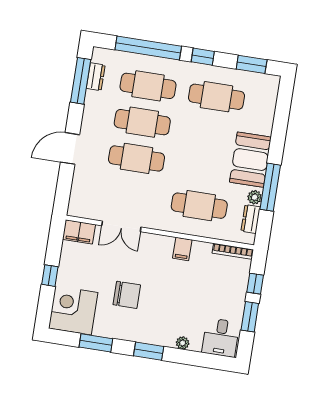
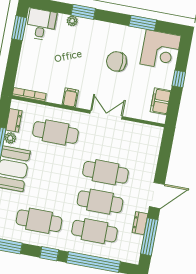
dresser: (96, 77) -> (140, 223), moved
door: (70, 148) -> (157, 195), moved
double door: (121, 226) -> (106, 115), moved
filing cabinet: (79, 232) -> (161, 101), moved, turned -90
window: (255, 284) -> (12, 68), removed
window: (250, 317) -> (19, 28), moved
window: (149, 351) -> (83, 12), moved

